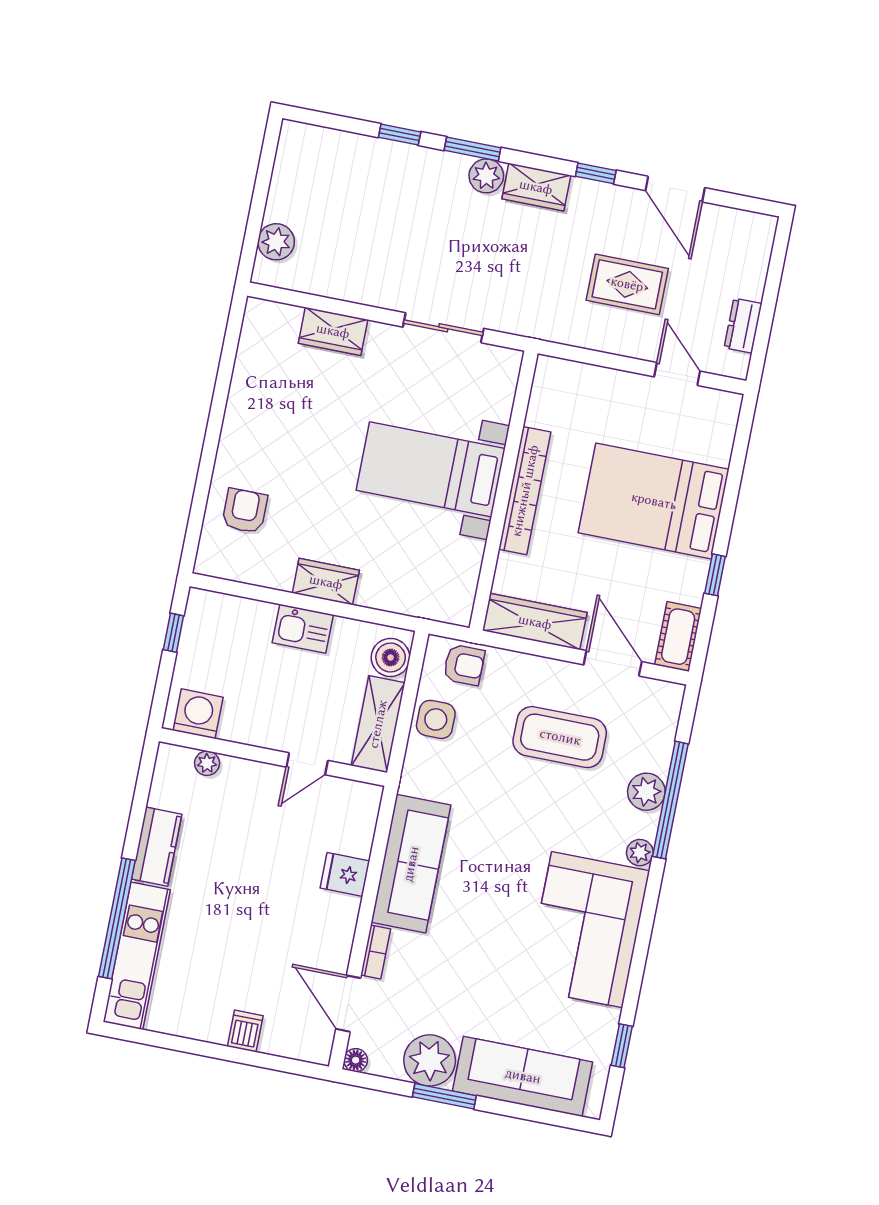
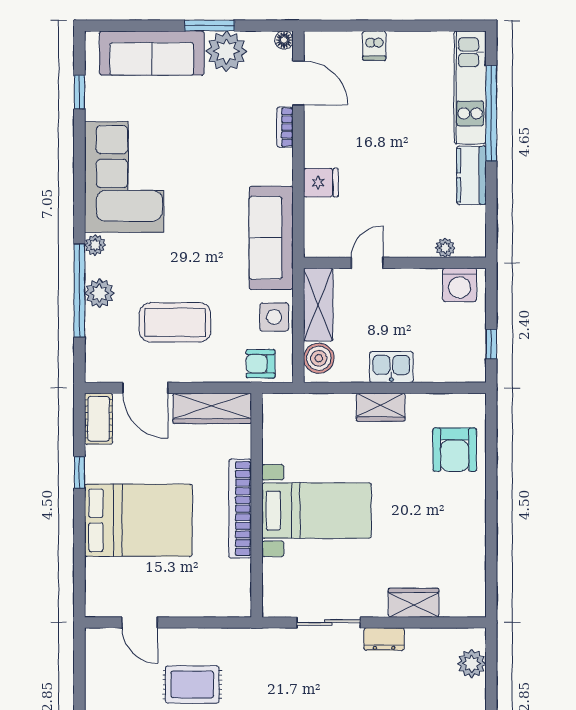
dresser: (743, 326) -> (384, 639), moved, turned 90
armchair: (245, 511) -> (455, 450), width x1.38, depth x1.38
sofa: (411, 864) -> (271, 238), moved

